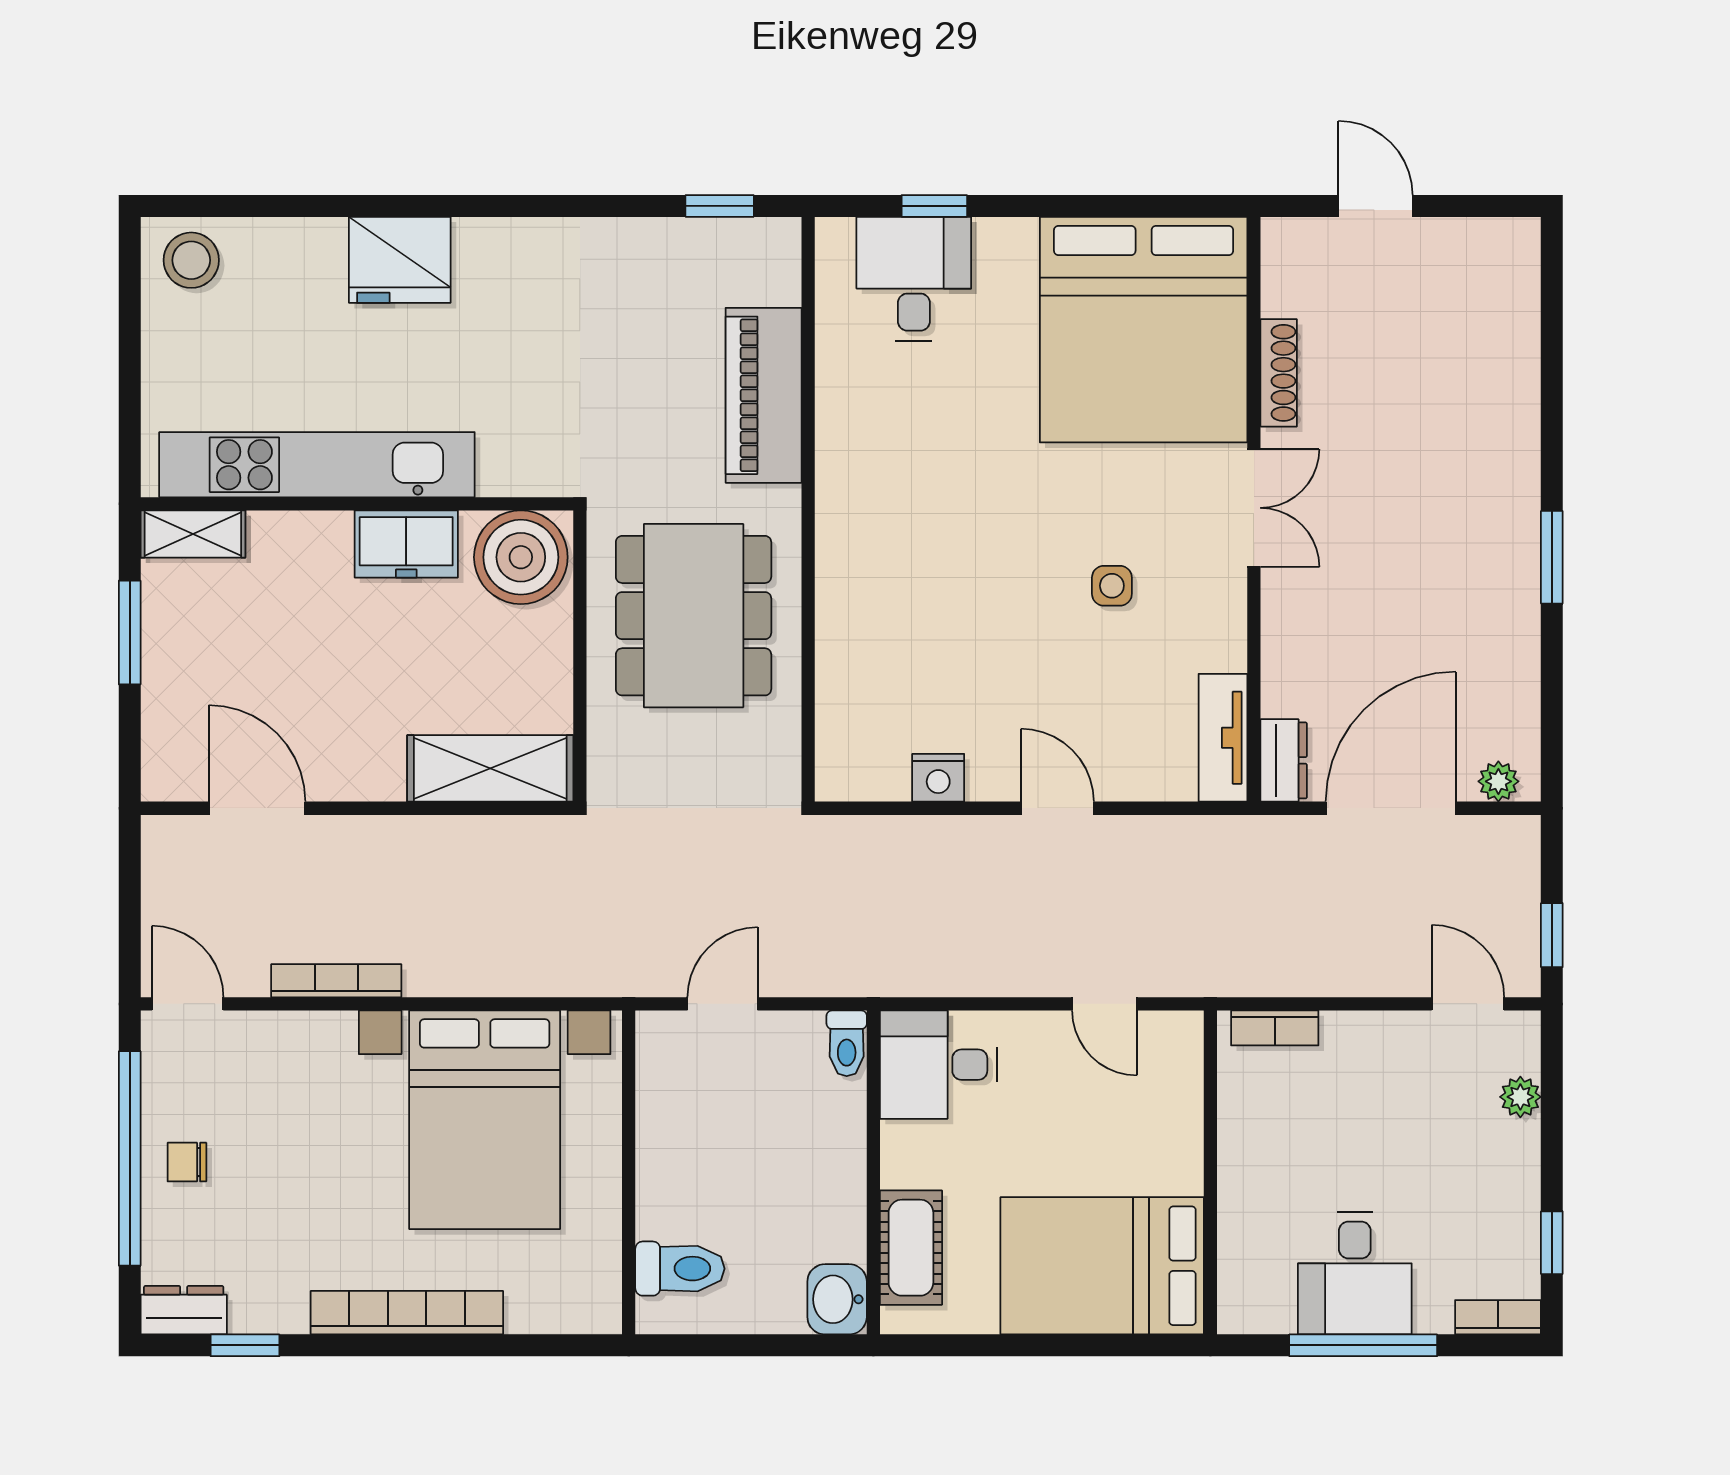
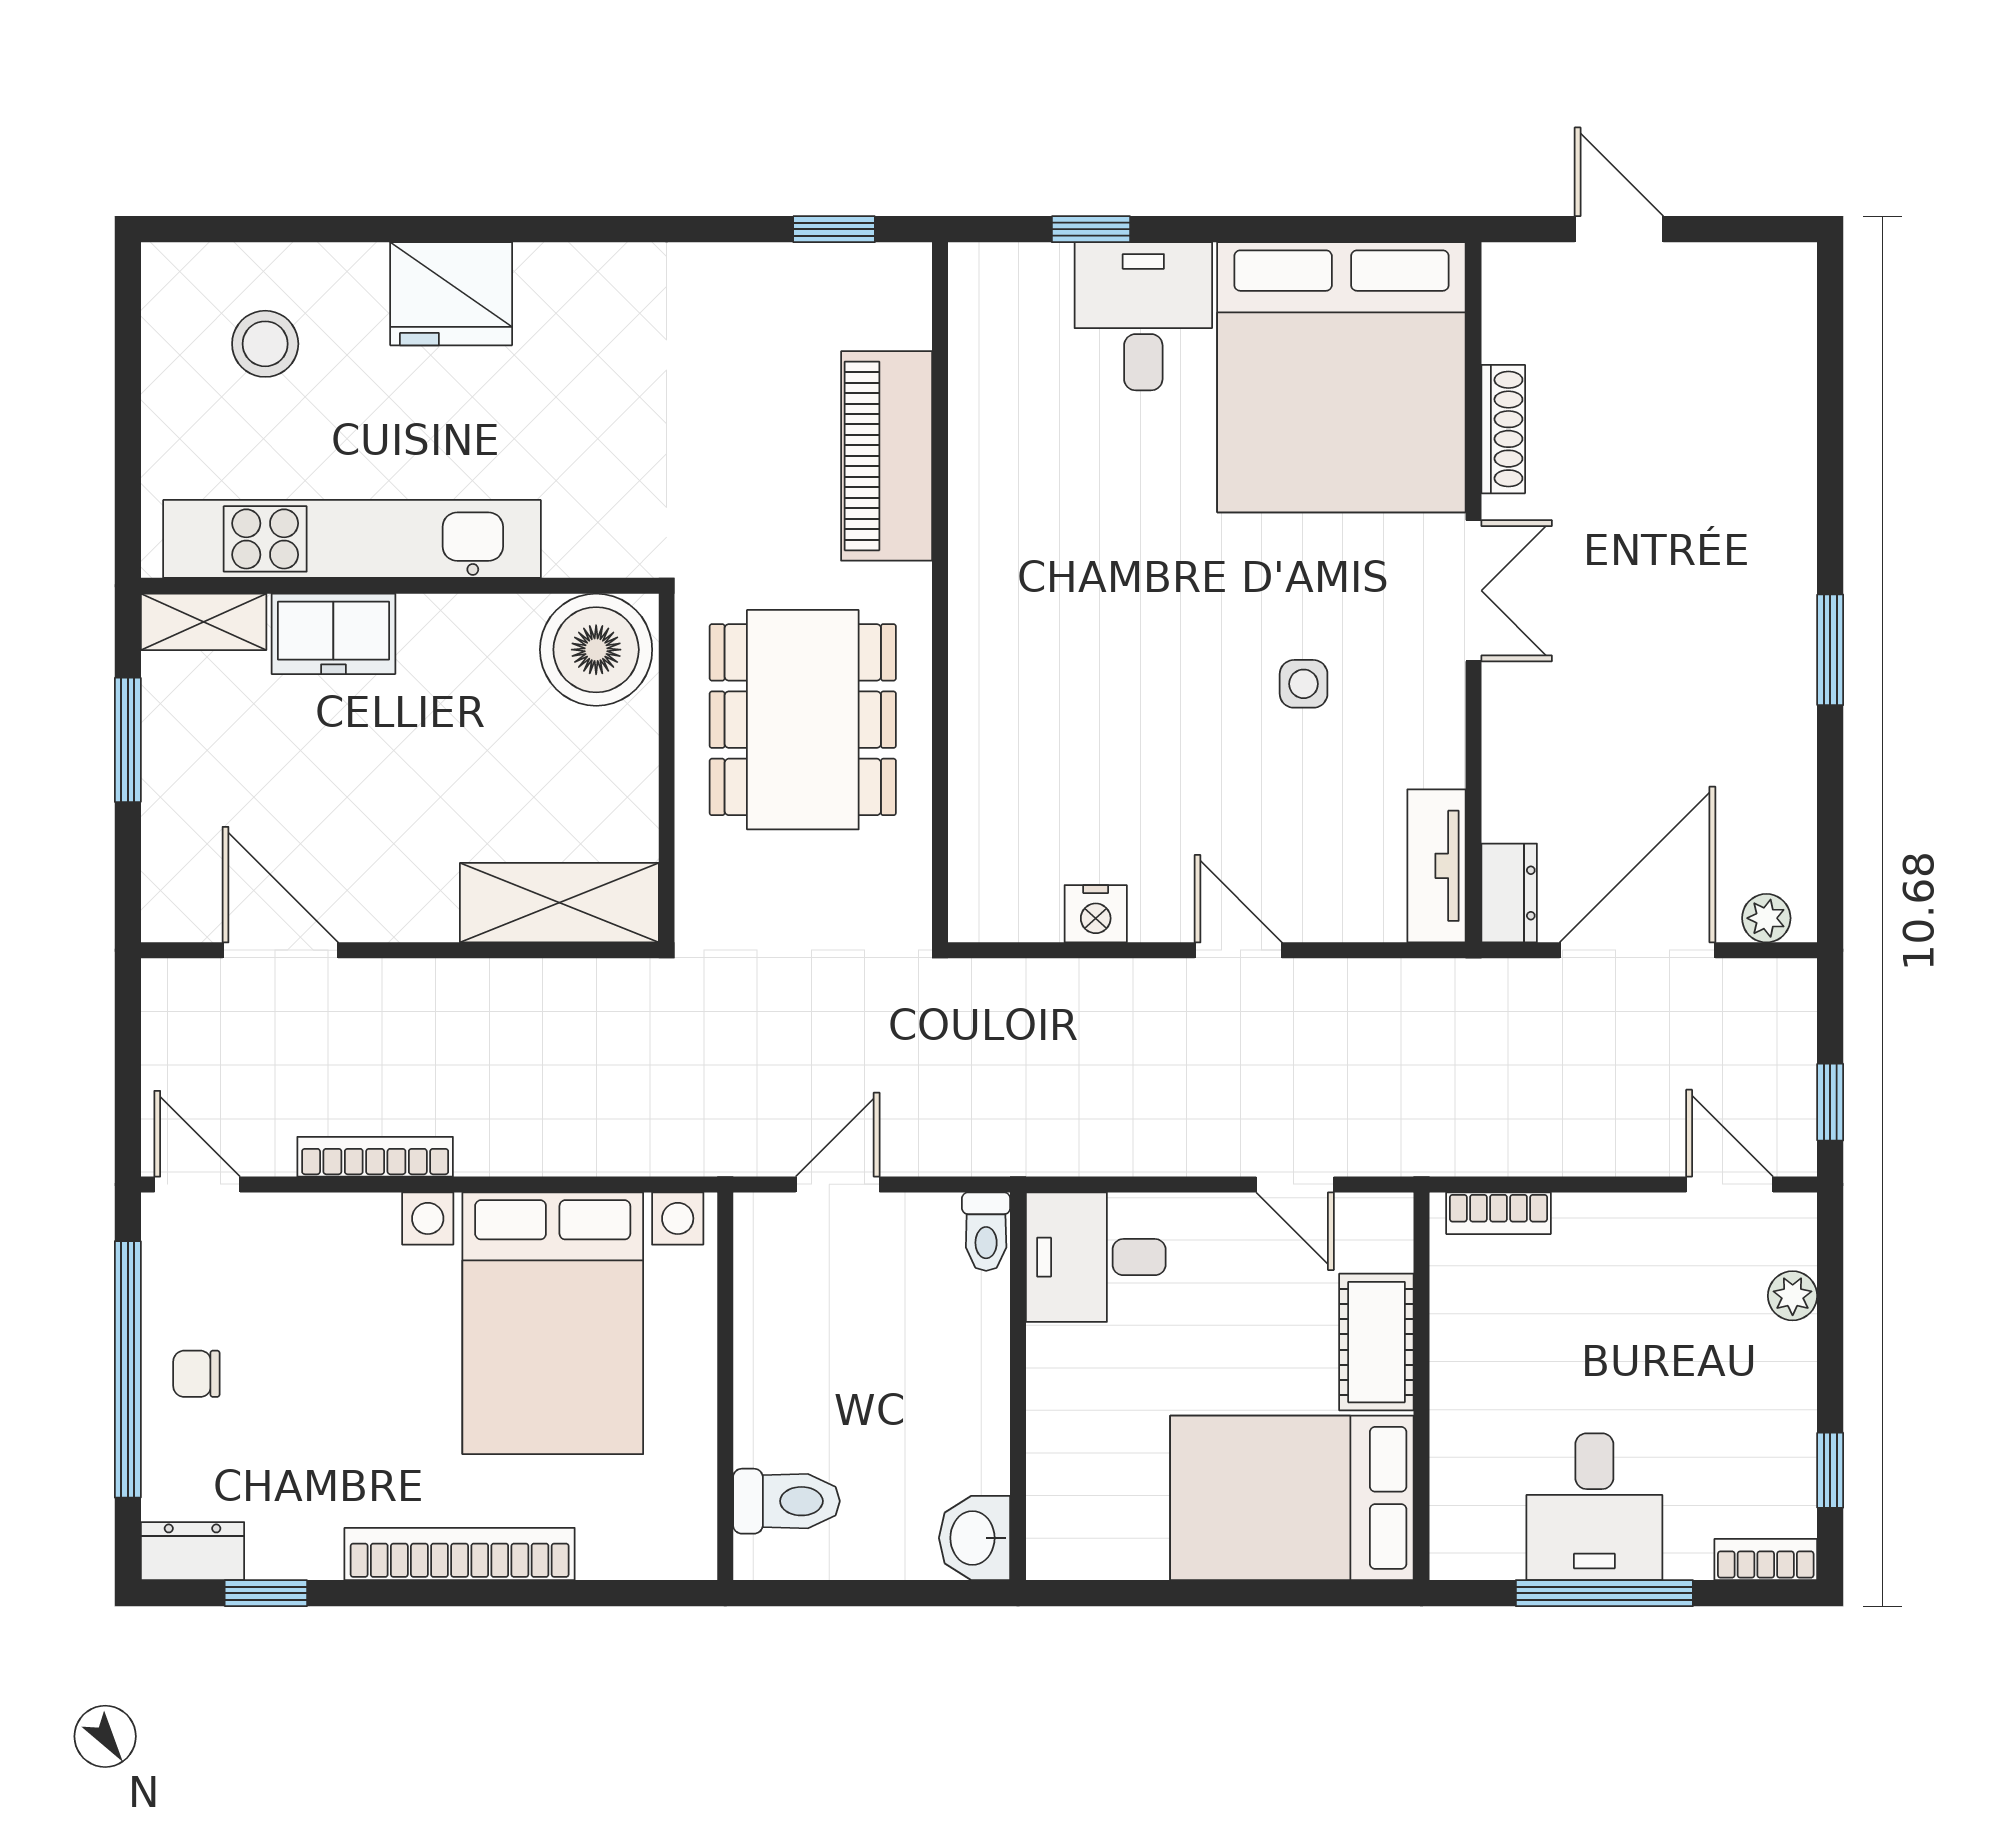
stool: (191, 260) -> (265, 344), moved
desk: (914, 279) -> (1143, 316), moved
freezer: (406, 544) -> (333, 634), moved
cot: (911, 1248) -> (1376, 1342), moved

